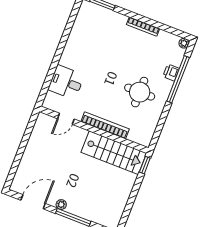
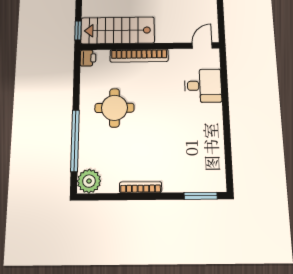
plant: (184, 43) -> (89, 181), width x1.88, depth x1.88
printer: (171, 73) -> (88, 58), moved
door: (66, 119) -> (202, 46), moved

